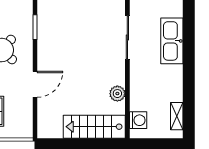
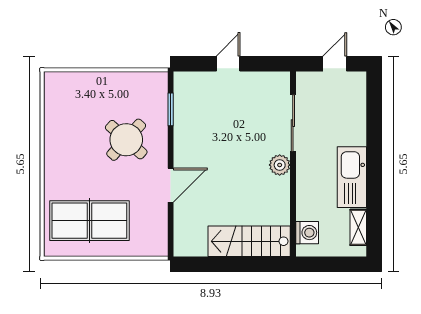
kitchen sink: (172, 41) -> (352, 177), moved
plant: (117, 94) -> (280, 165), moved

